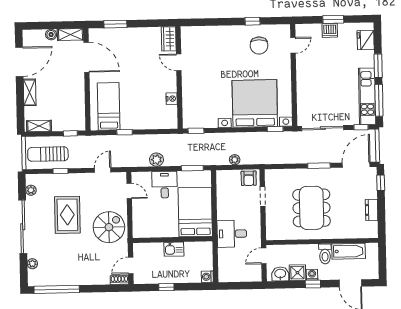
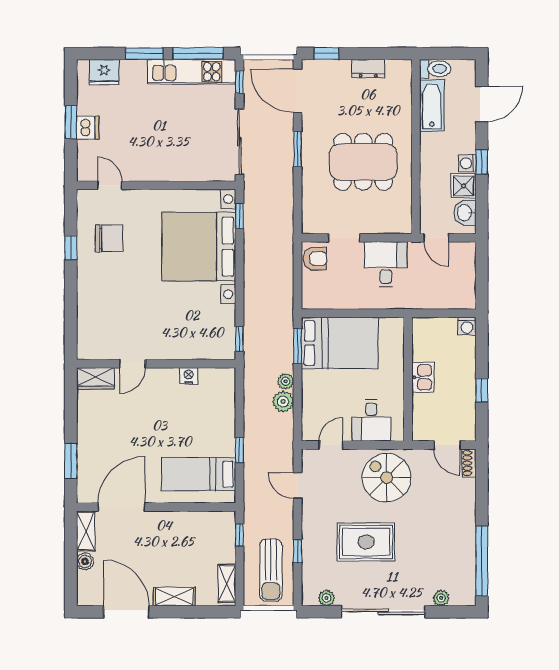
plant: (235, 160) -> (286, 381), moved
desk: (165, 185) -> (371, 420), moved, turned -90
bed: (195, 212) -> (340, 343), moved, turned 180
desk: (232, 234) -> (386, 264), moved, turned 180
toilet: (325, 254) -> (435, 69), moved

